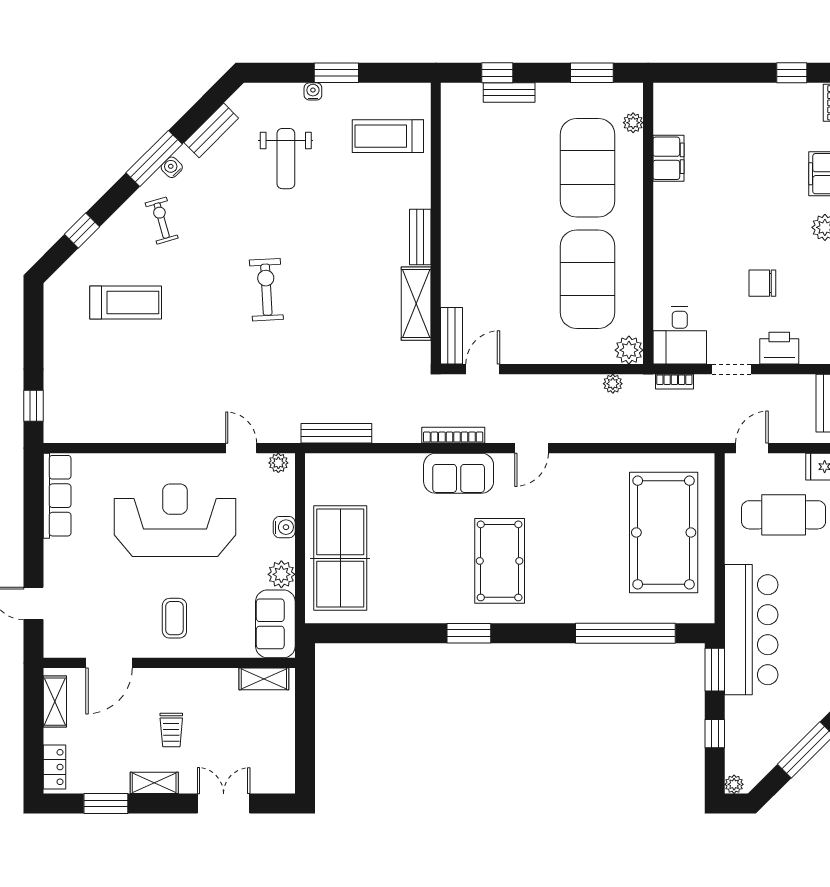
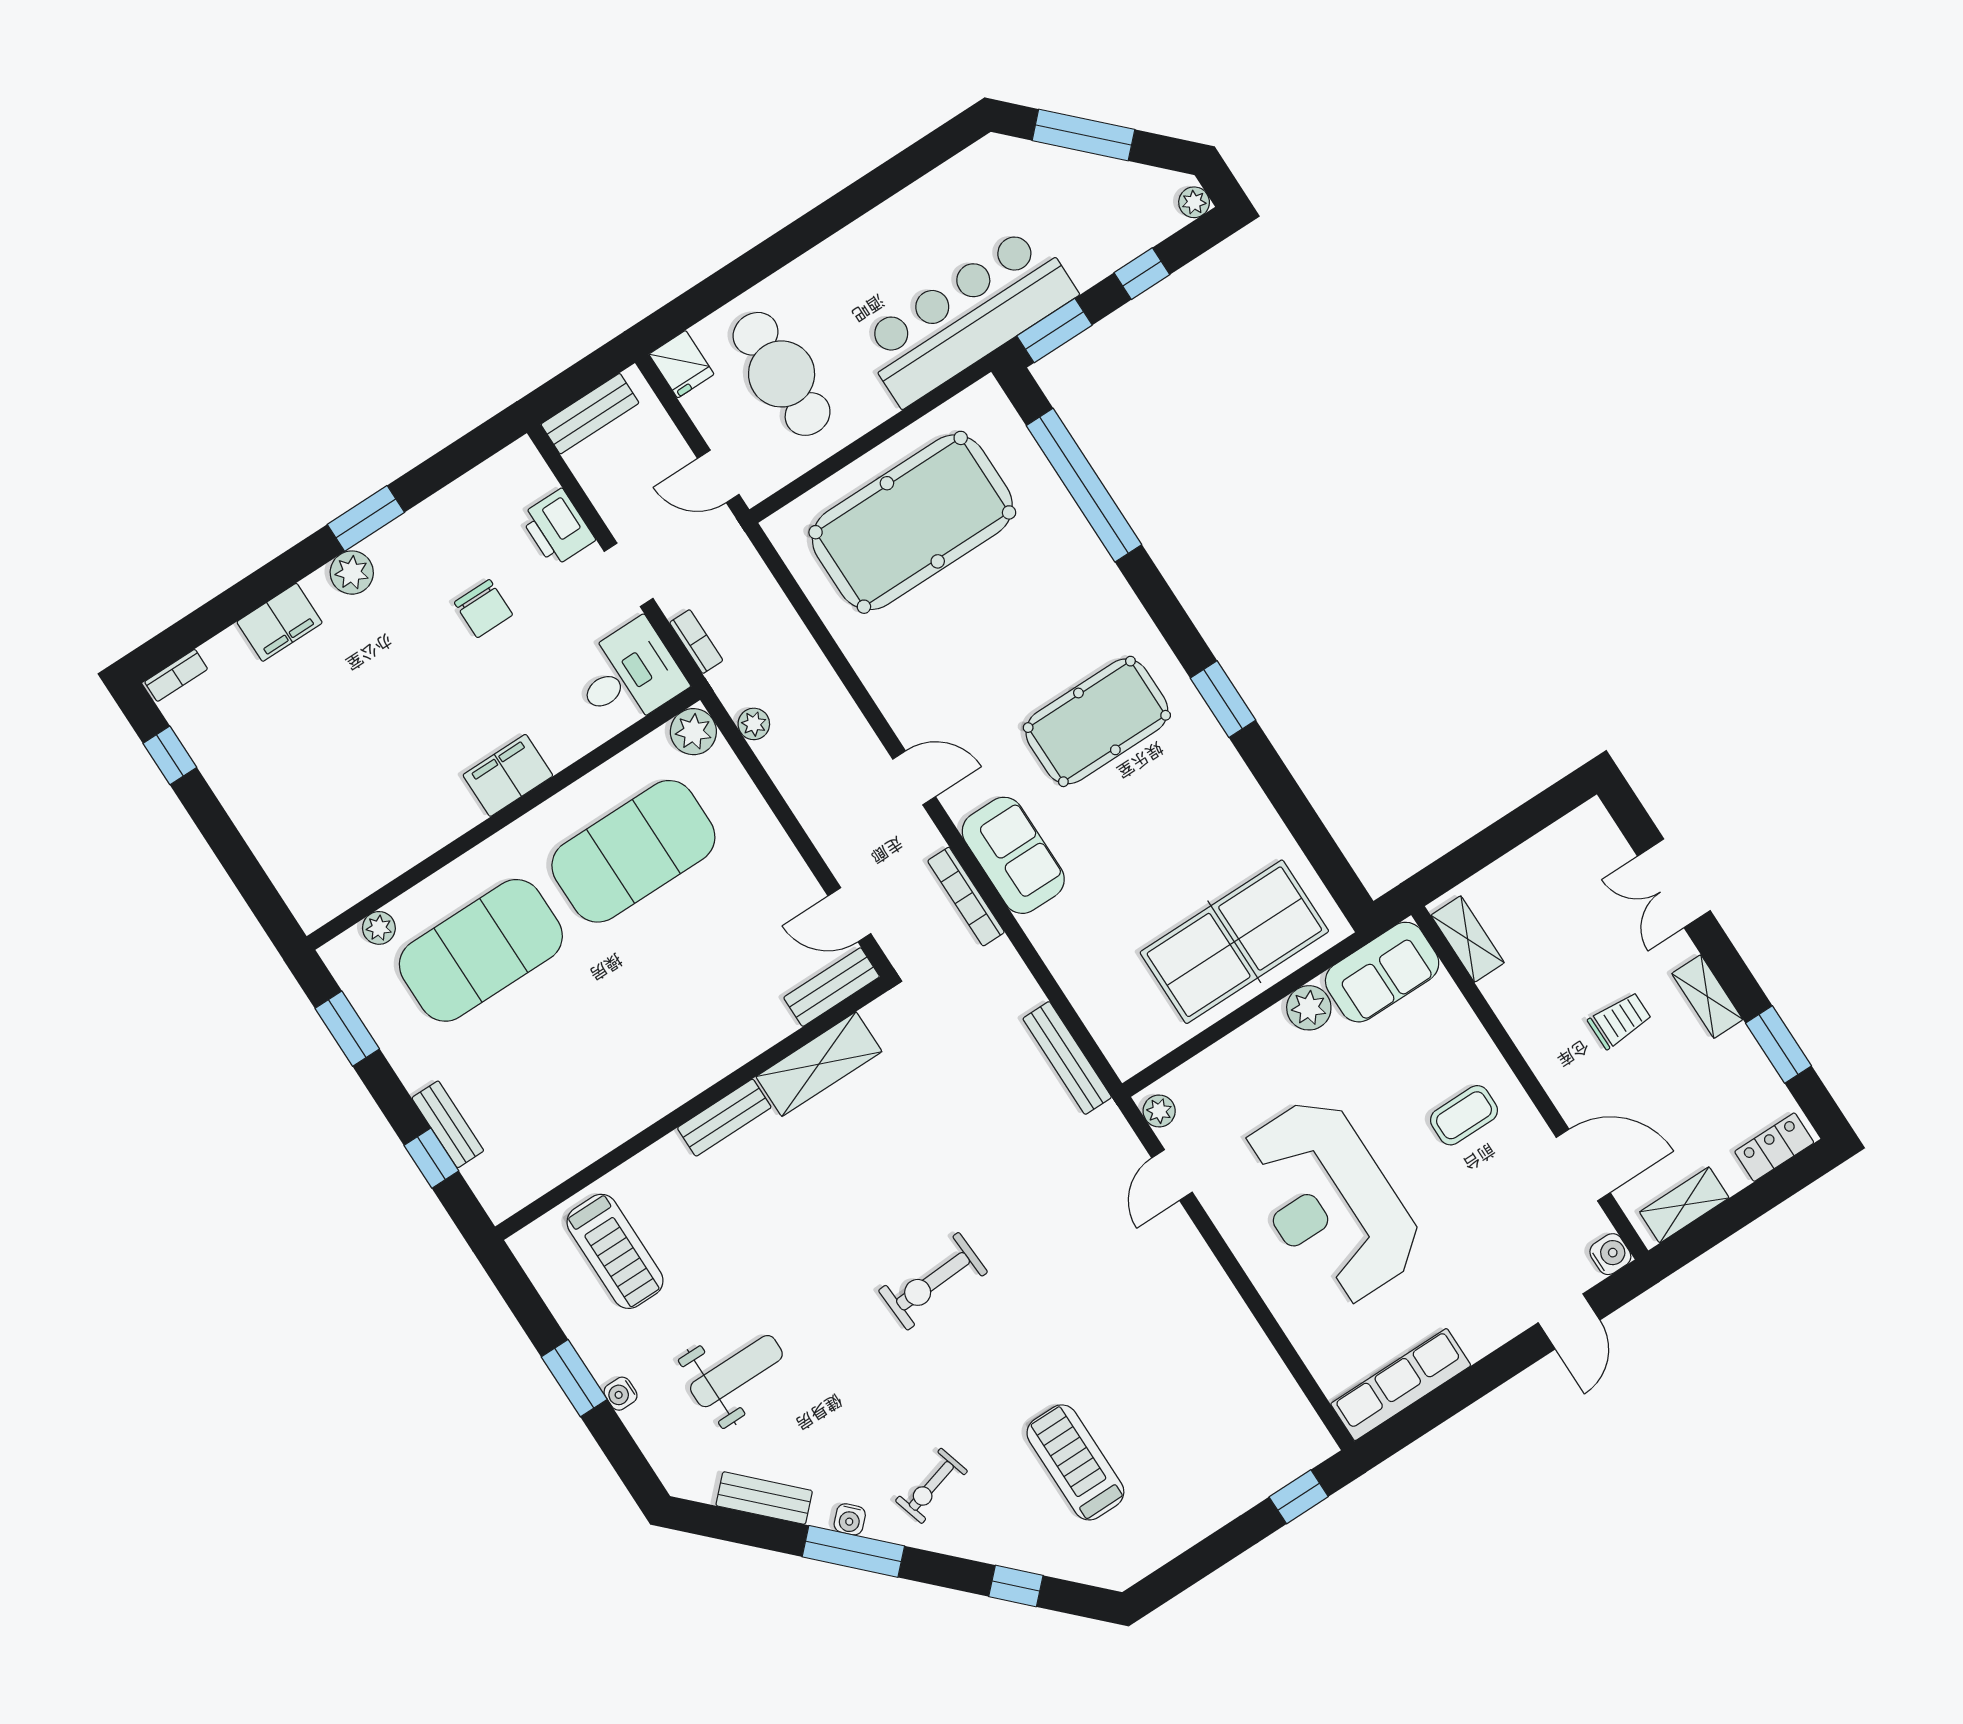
filing cabinet: (668, 158) -> (508, 775), moved
water cooler: (284, 527) -> (1610, 1254), moved, turned 90

